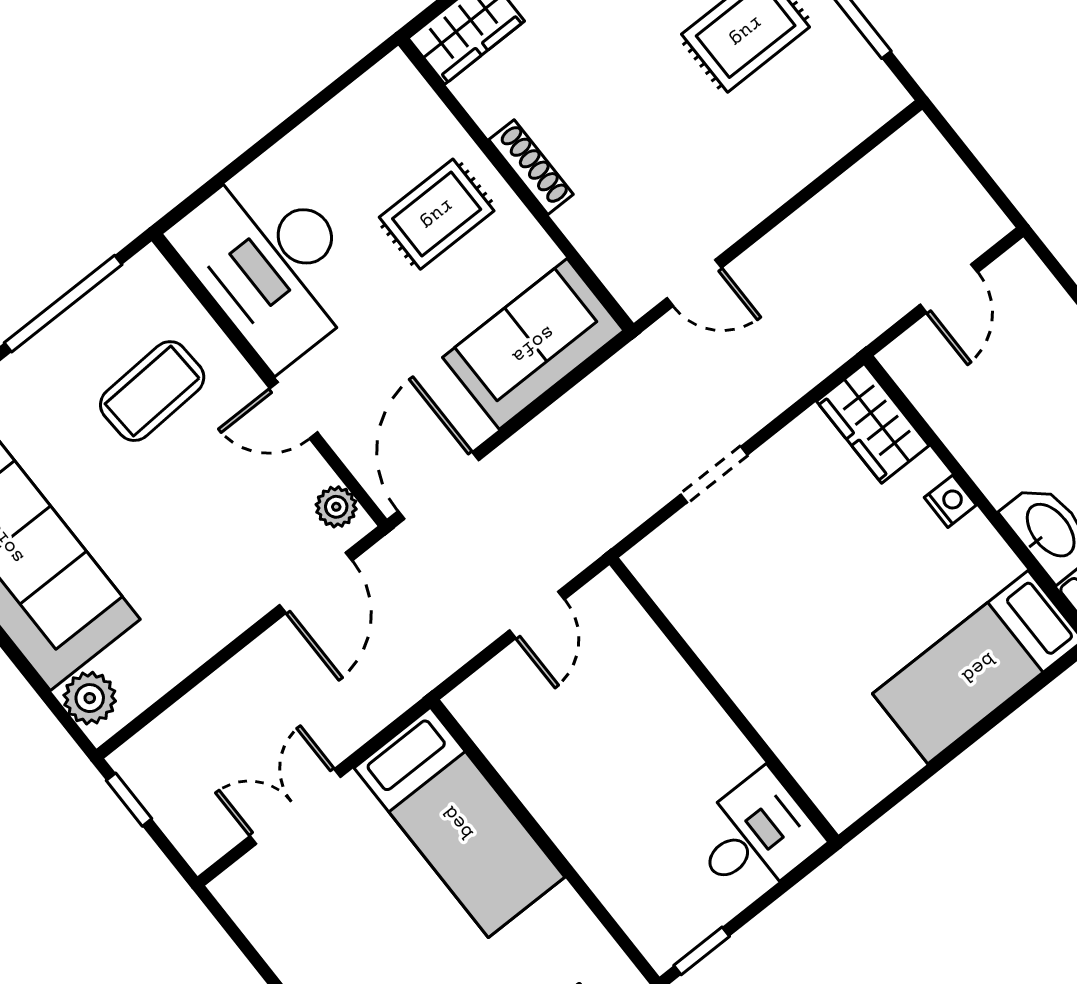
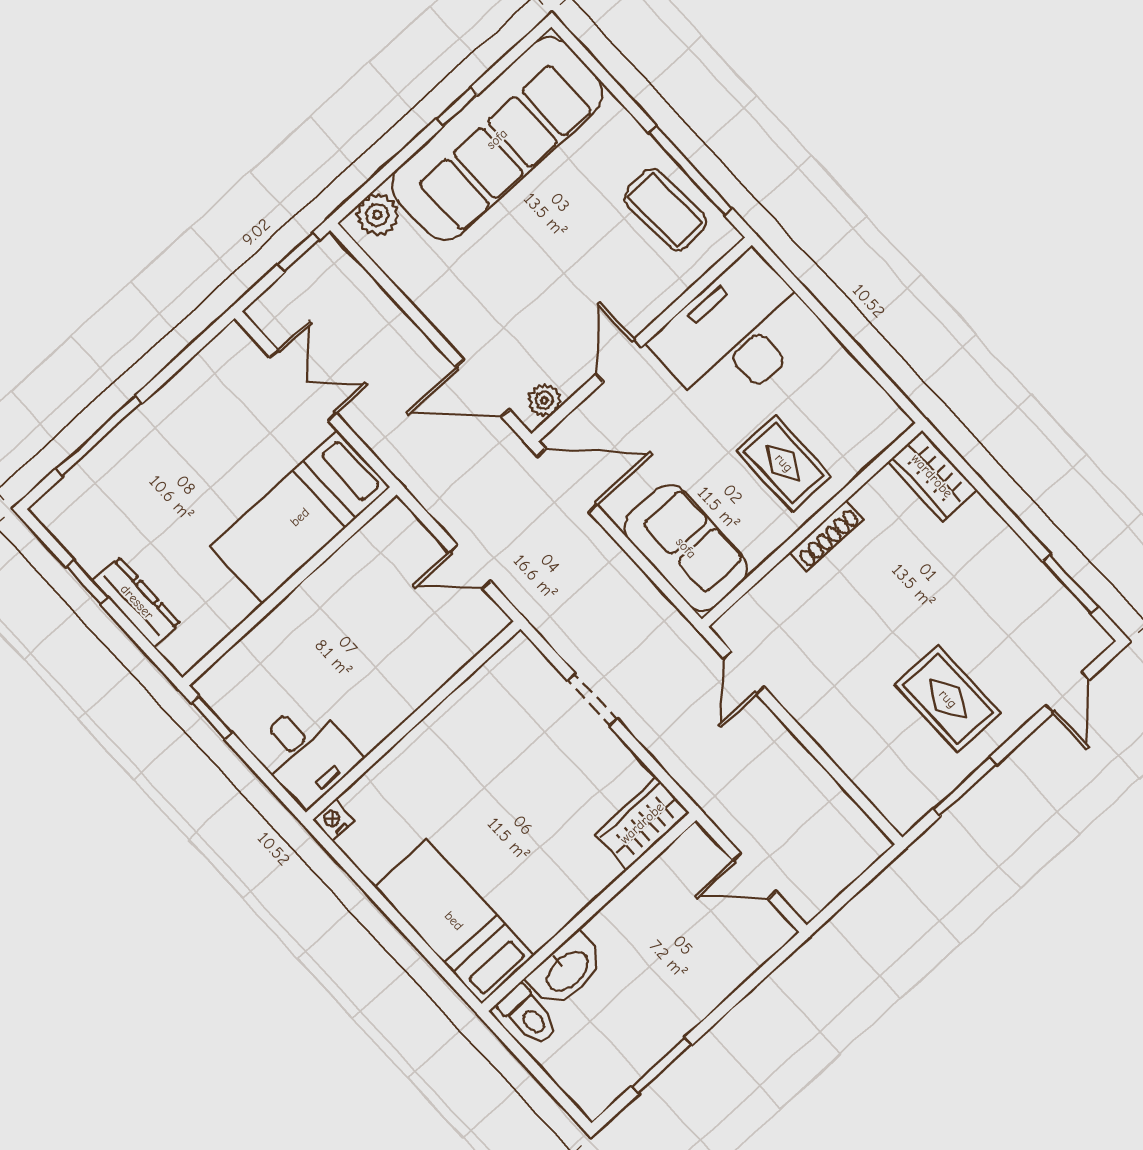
coffee table: (152, 391) -> (665, 210), moved
nightstand: (950, 501) -> (333, 820), moved, turned 180

